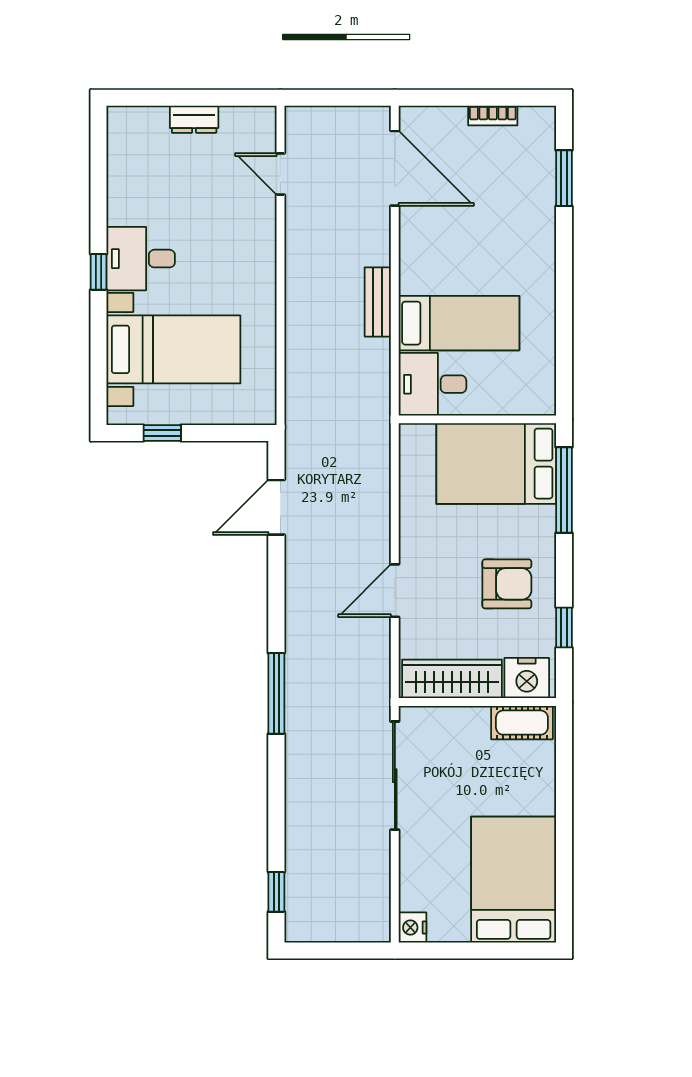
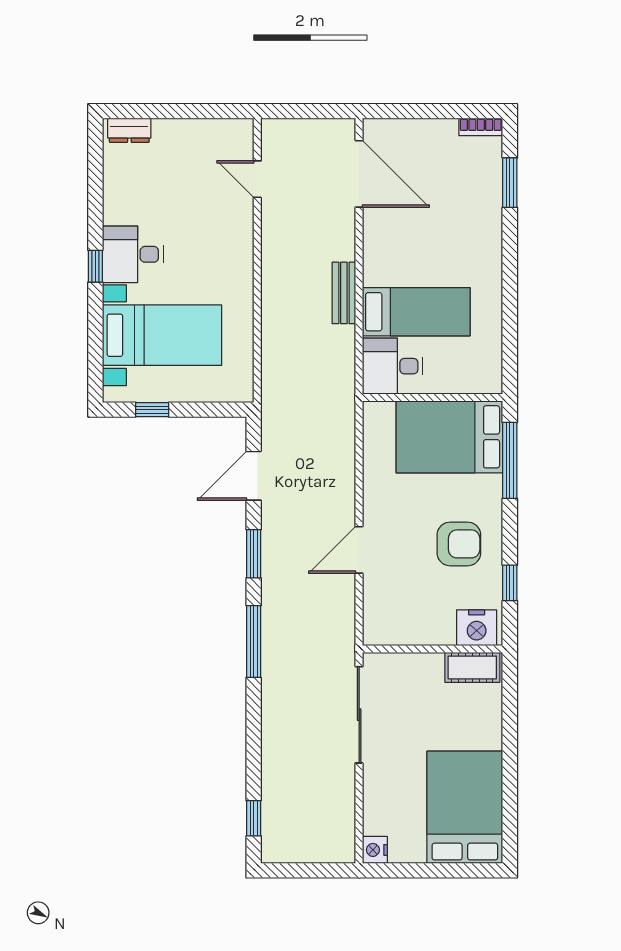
bookcase: (493, 116) -> (481, 127), moved
dresser: (194, 119) -> (129, 130), moved
window: (276, 595) -> (254, 554), added
wardrobe: (452, 679) -> (410, 629), removed

